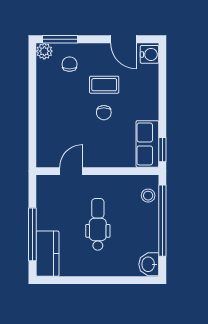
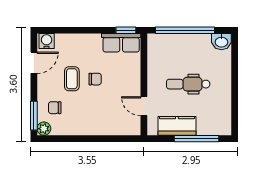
stool: (148, 196) -> (164, 42), removed
kitchen counter: (48, 254) -> (177, 126), moved

